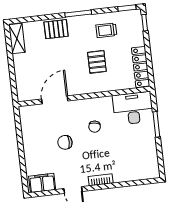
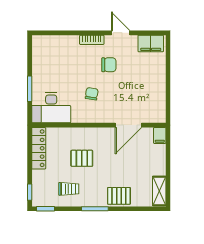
pallet: (97, 62) -> (82, 158), turned 90
filing cabinet: (23, 93) -> (160, 135), added
chair: (65, 142) -> (109, 65), moved

